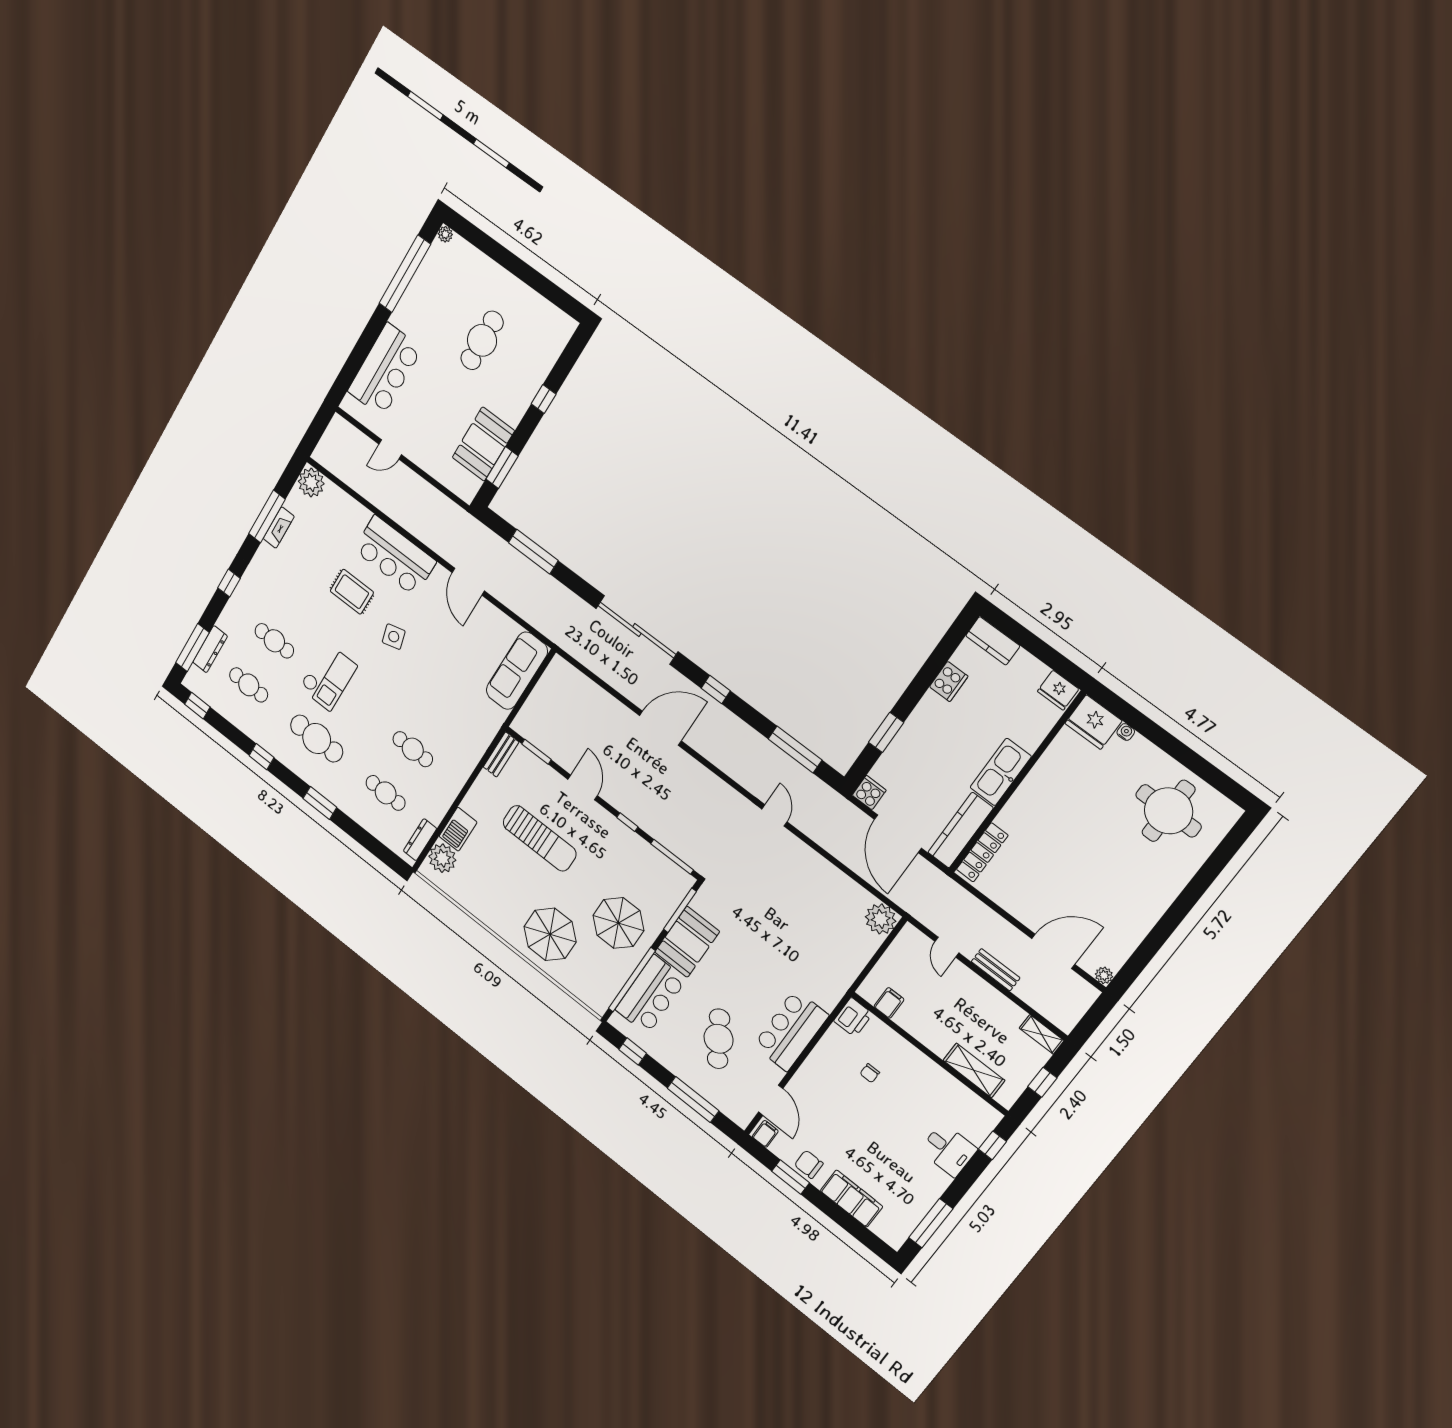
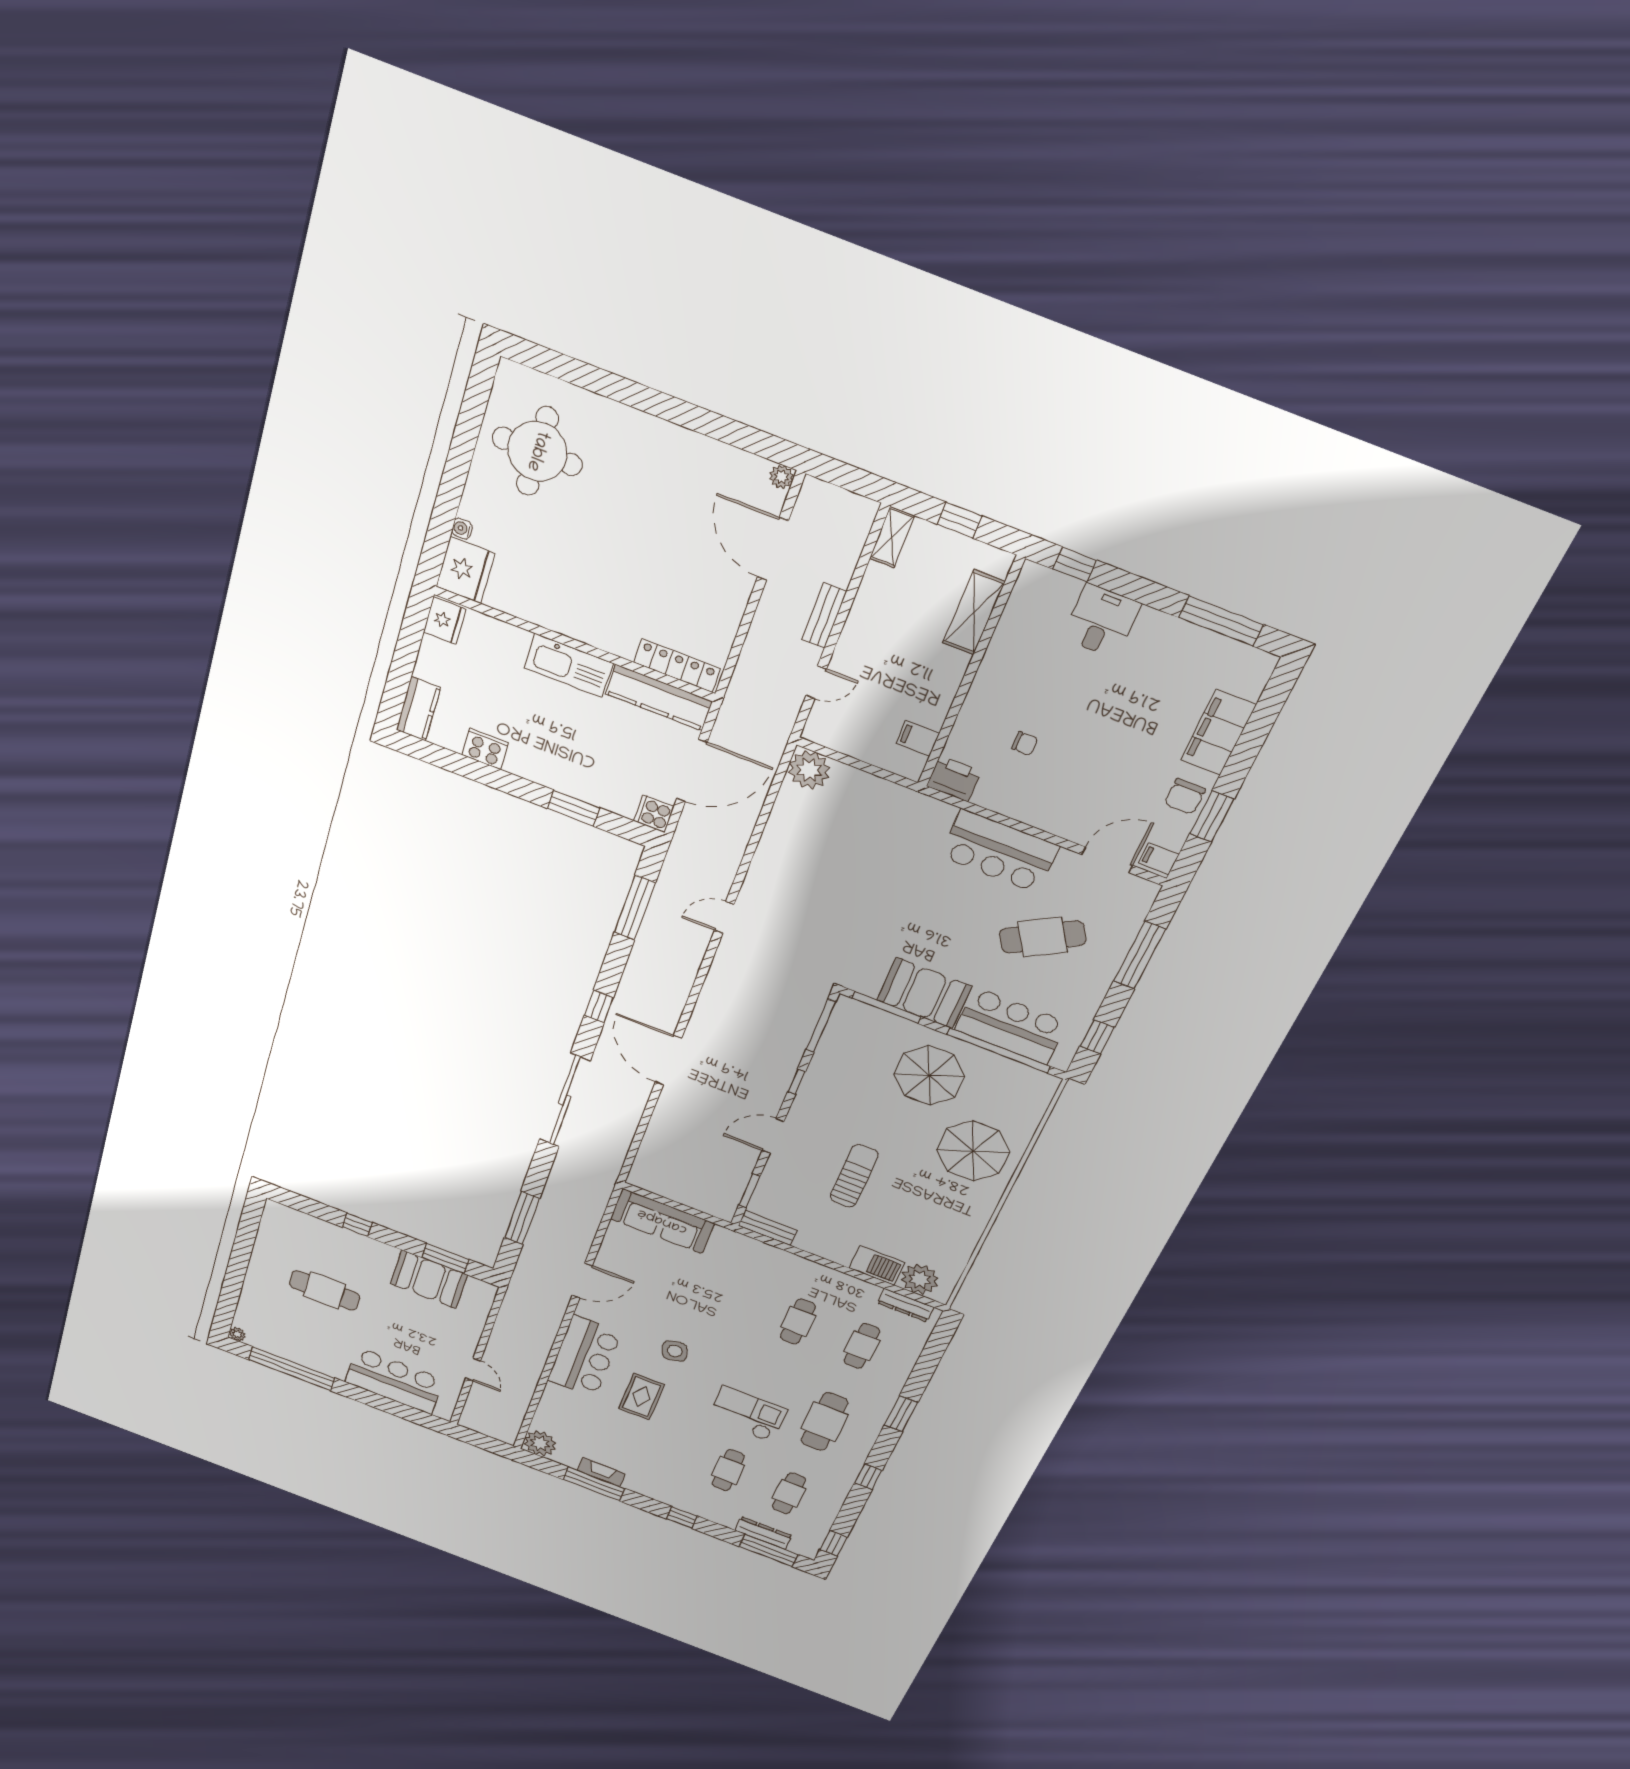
sun lounger: (540, 838) -> (854, 1176), width x0.73, depth x0.75

